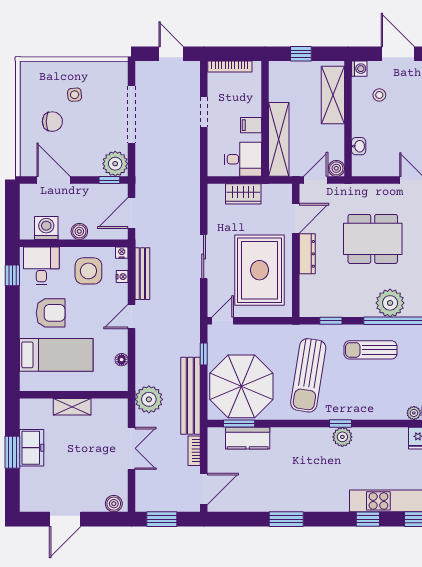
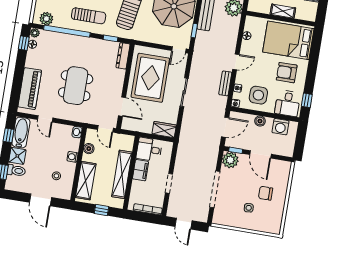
washing machine: (359, 69) -> (73, 157), moved
filing cabinet: (251, 125) -> (141, 170), width x2.00
shelving: (279, 139) -> (122, 174), moved
washbasin: (359, 146) -> (77, 132), moved
boiler: (336, 168) -> (89, 149), moved
door: (53, 180) -> (260, 154), moved
door: (316, 180) -> (105, 129), hinge flipped
wardrobe: (243, 194) -> (164, 130), moved
door: (296, 218) -> (122, 107), swing flipped
dining table: (373, 239) -> (76, 86), turned 90
dresser: (307, 254) -> (123, 56), moved
bench: (142, 274) -> (225, 83), width x0.73
plant: (390, 303) -> (71, 43), removed
bed: (56, 355) -> (288, 40), width x1.50

